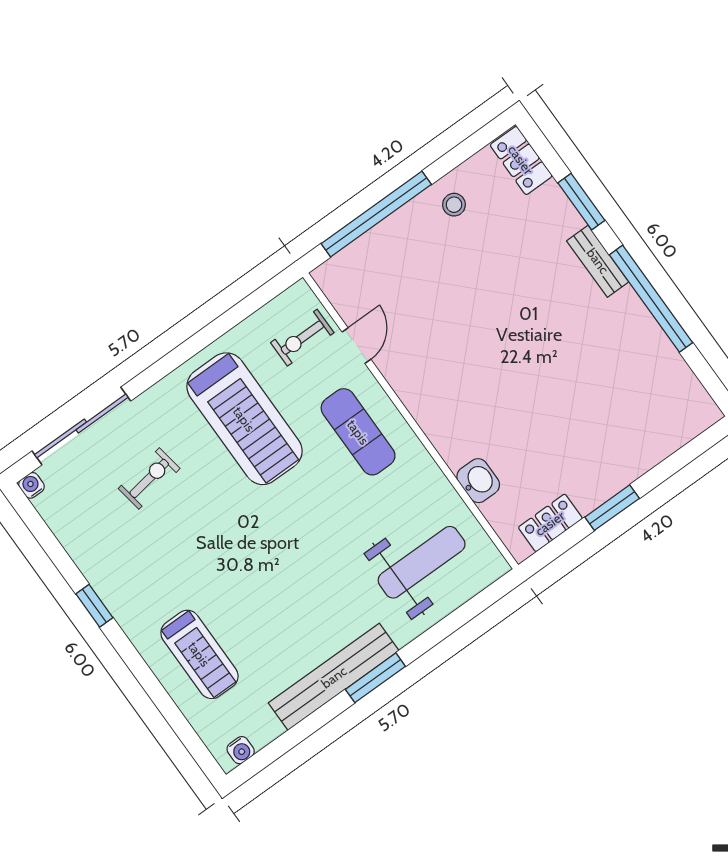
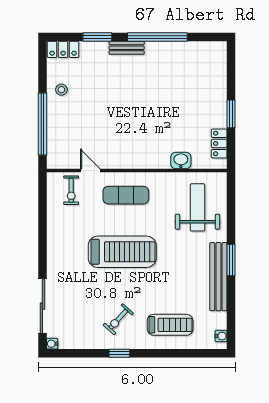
treadmill: (244, 419) -> (122, 252), moved
exercise bike: (149, 479) -> (118, 319), moved, turned -129

